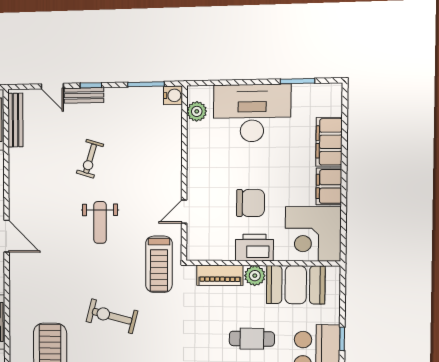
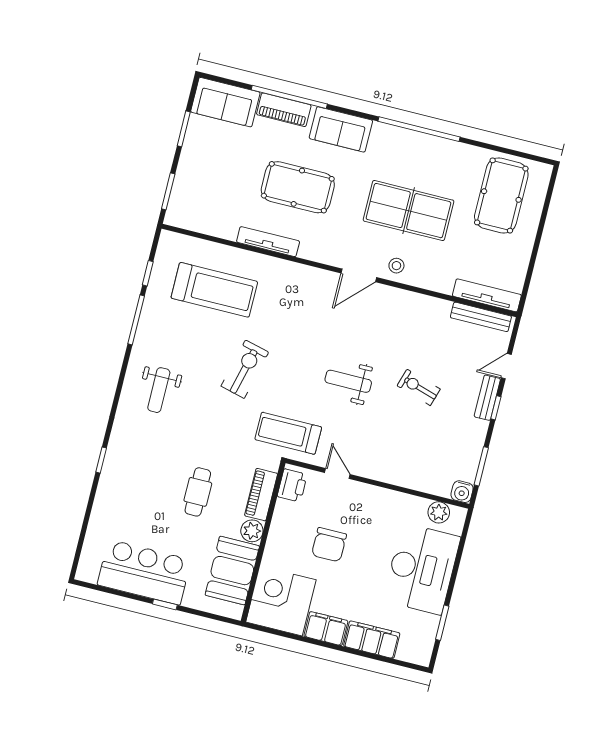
printer: (254, 247) -> (292, 485), moved, width x0.73, depth x0.84
cafe table: (252, 339) -> (198, 492), moved

